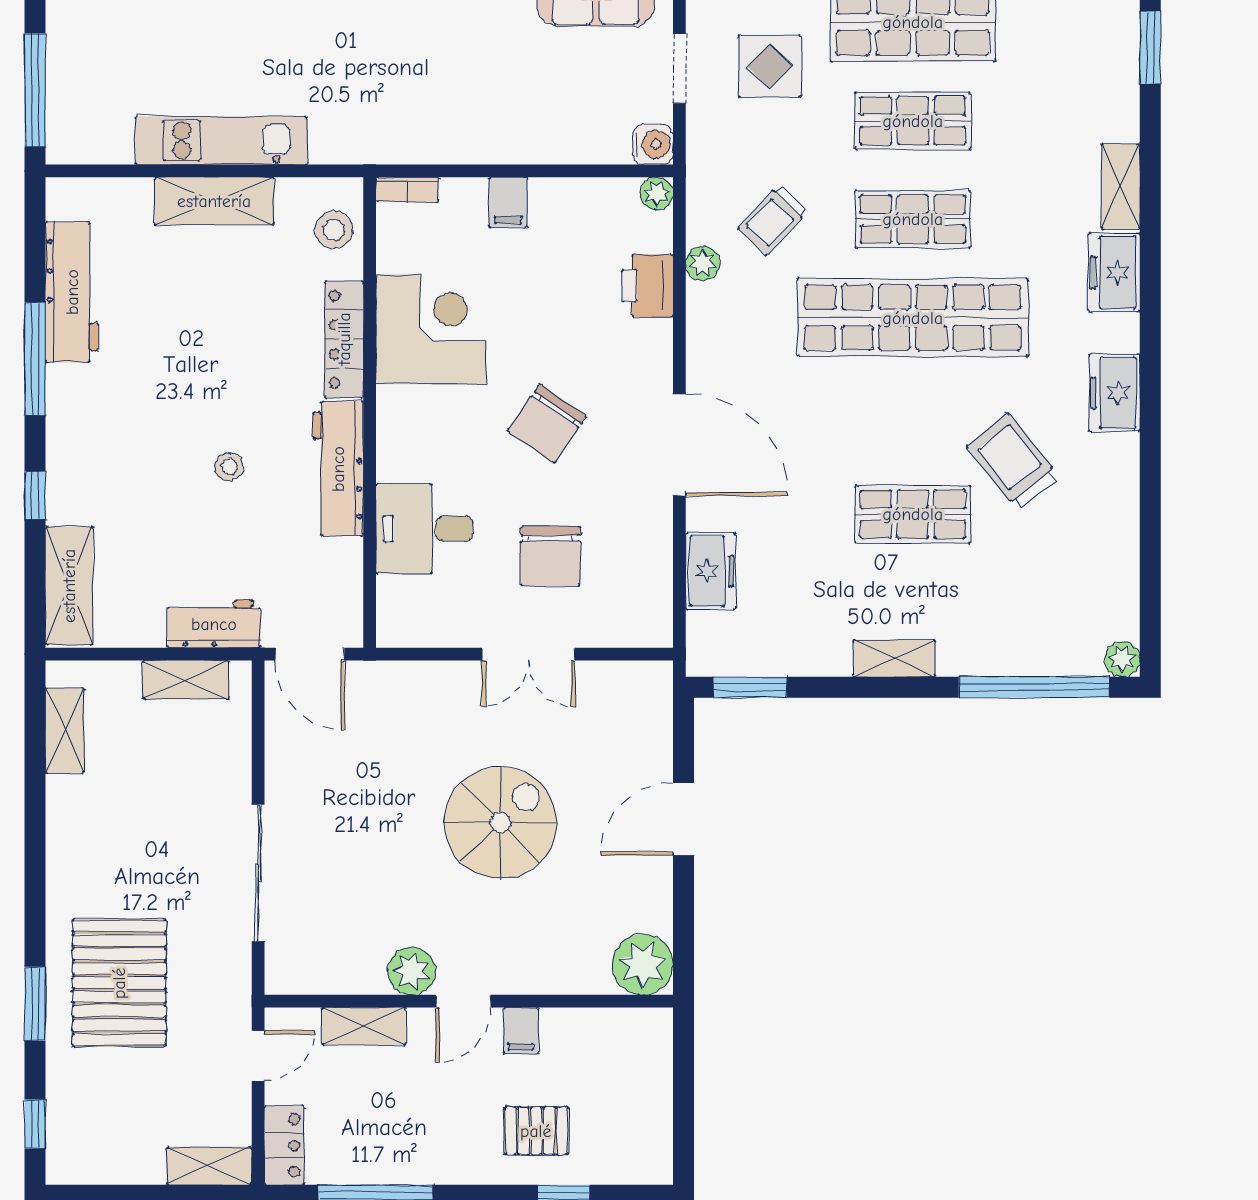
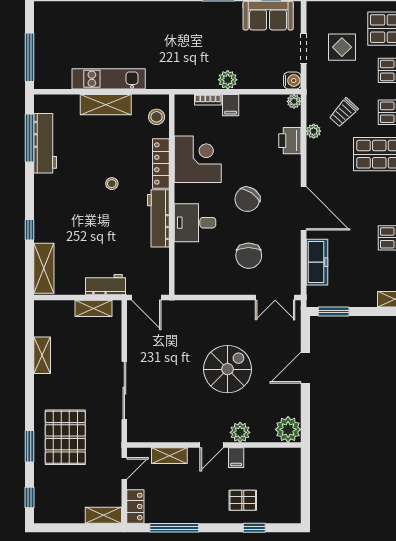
plant: (501, 143) -> (228, 80), added
bookcase: (407, 190) -> (208, 100), moved
window: (35, 359) -> (29, 138), moved
stool: (229, 467) -> (112, 184), moved
desk: (424, 529) -> (195, 223), moved
freezer: (711, 571) -> (317, 262), width x1.40
double door: (528, 654) -> (275, 297), moved
shelving: (65, 731) -> (42, 355), moved
plant: (412, 971) -> (240, 432), moved

